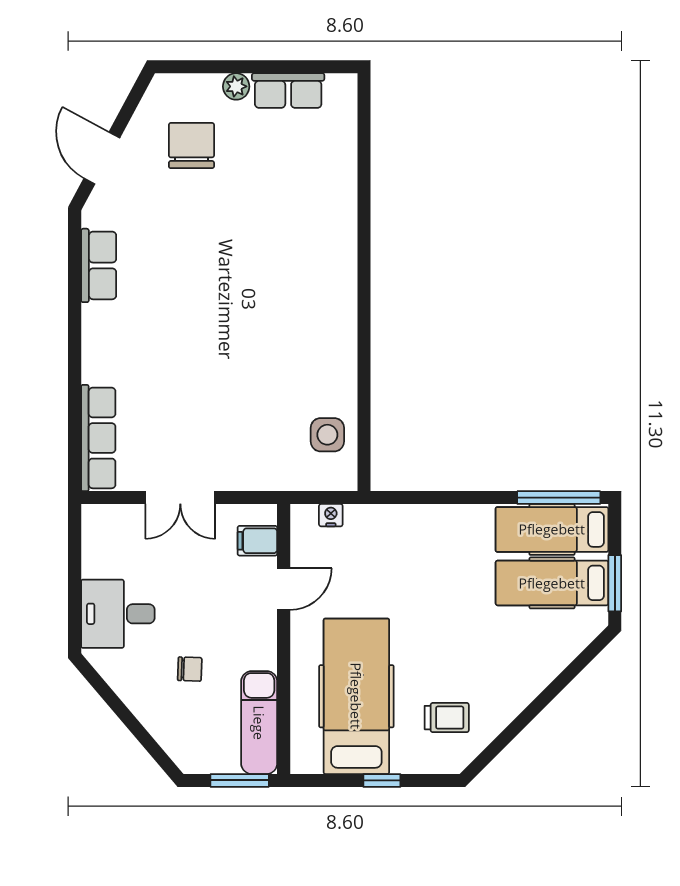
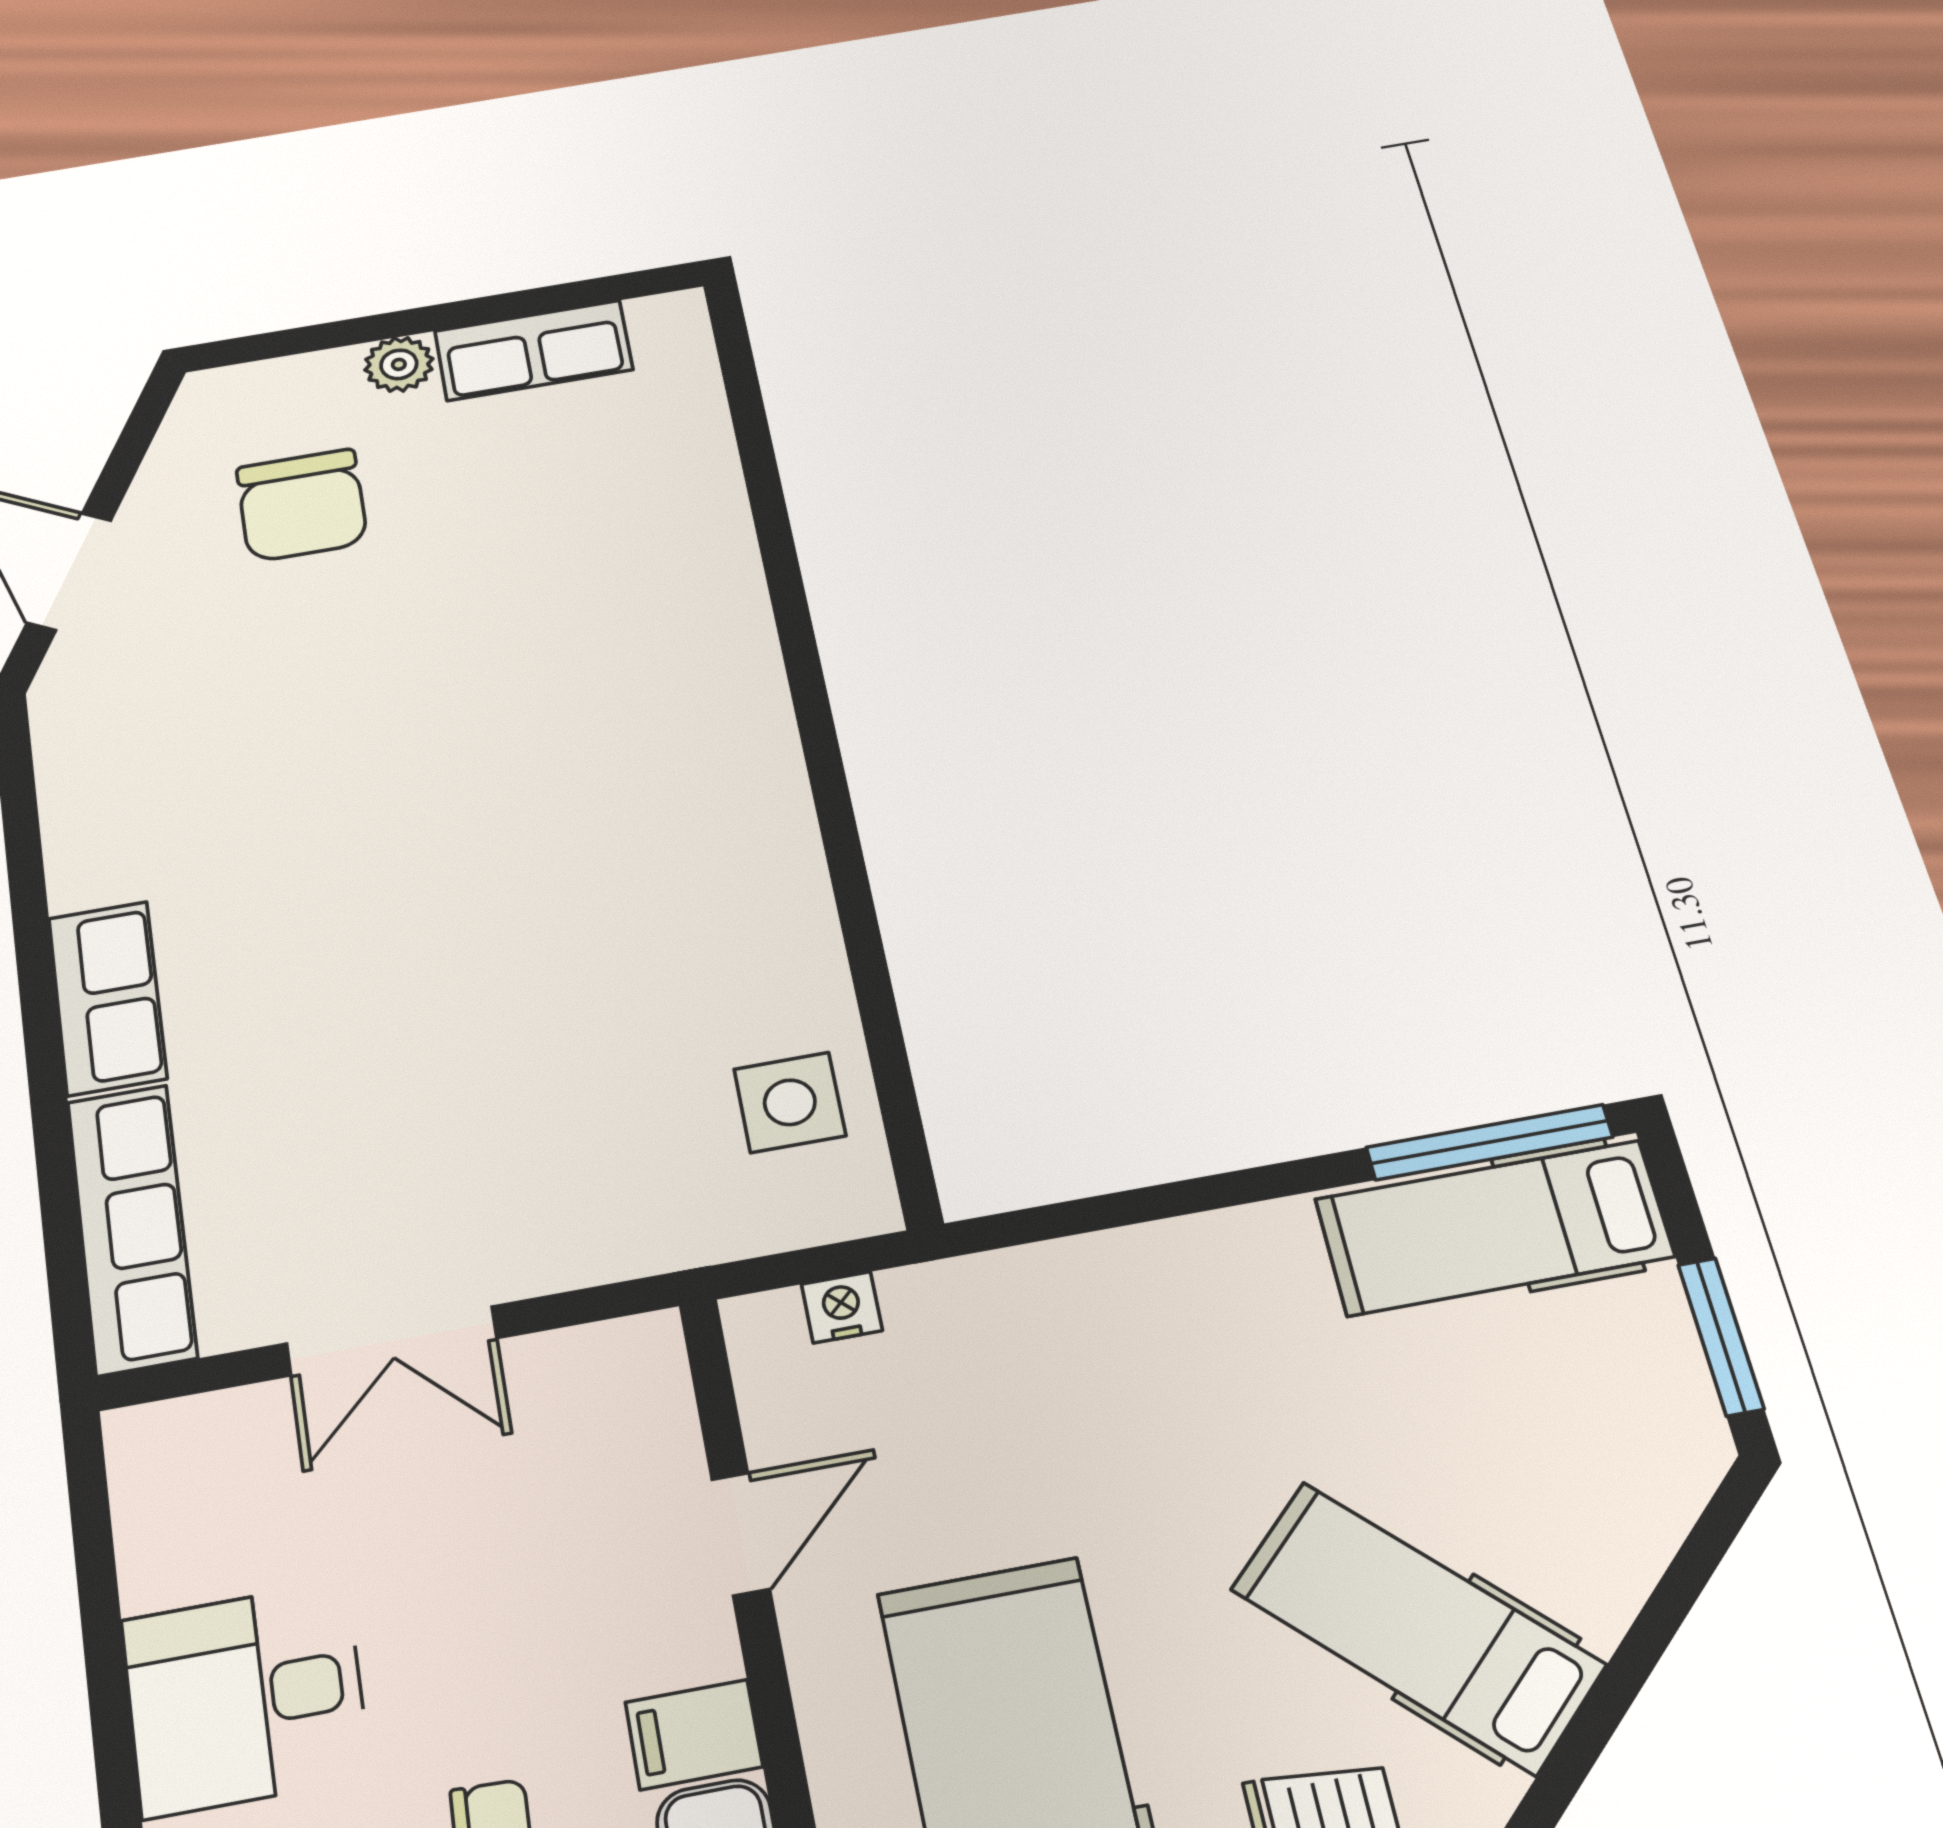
chair: (191, 146) -> (302, 505), turned 180
row of seats: (99, 265) -> (107, 998), moved
filing cabinet: (257, 541) -> (694, 1734), moved
hospital bed: (552, 583) -> (1418, 1627), moved, turned 45

